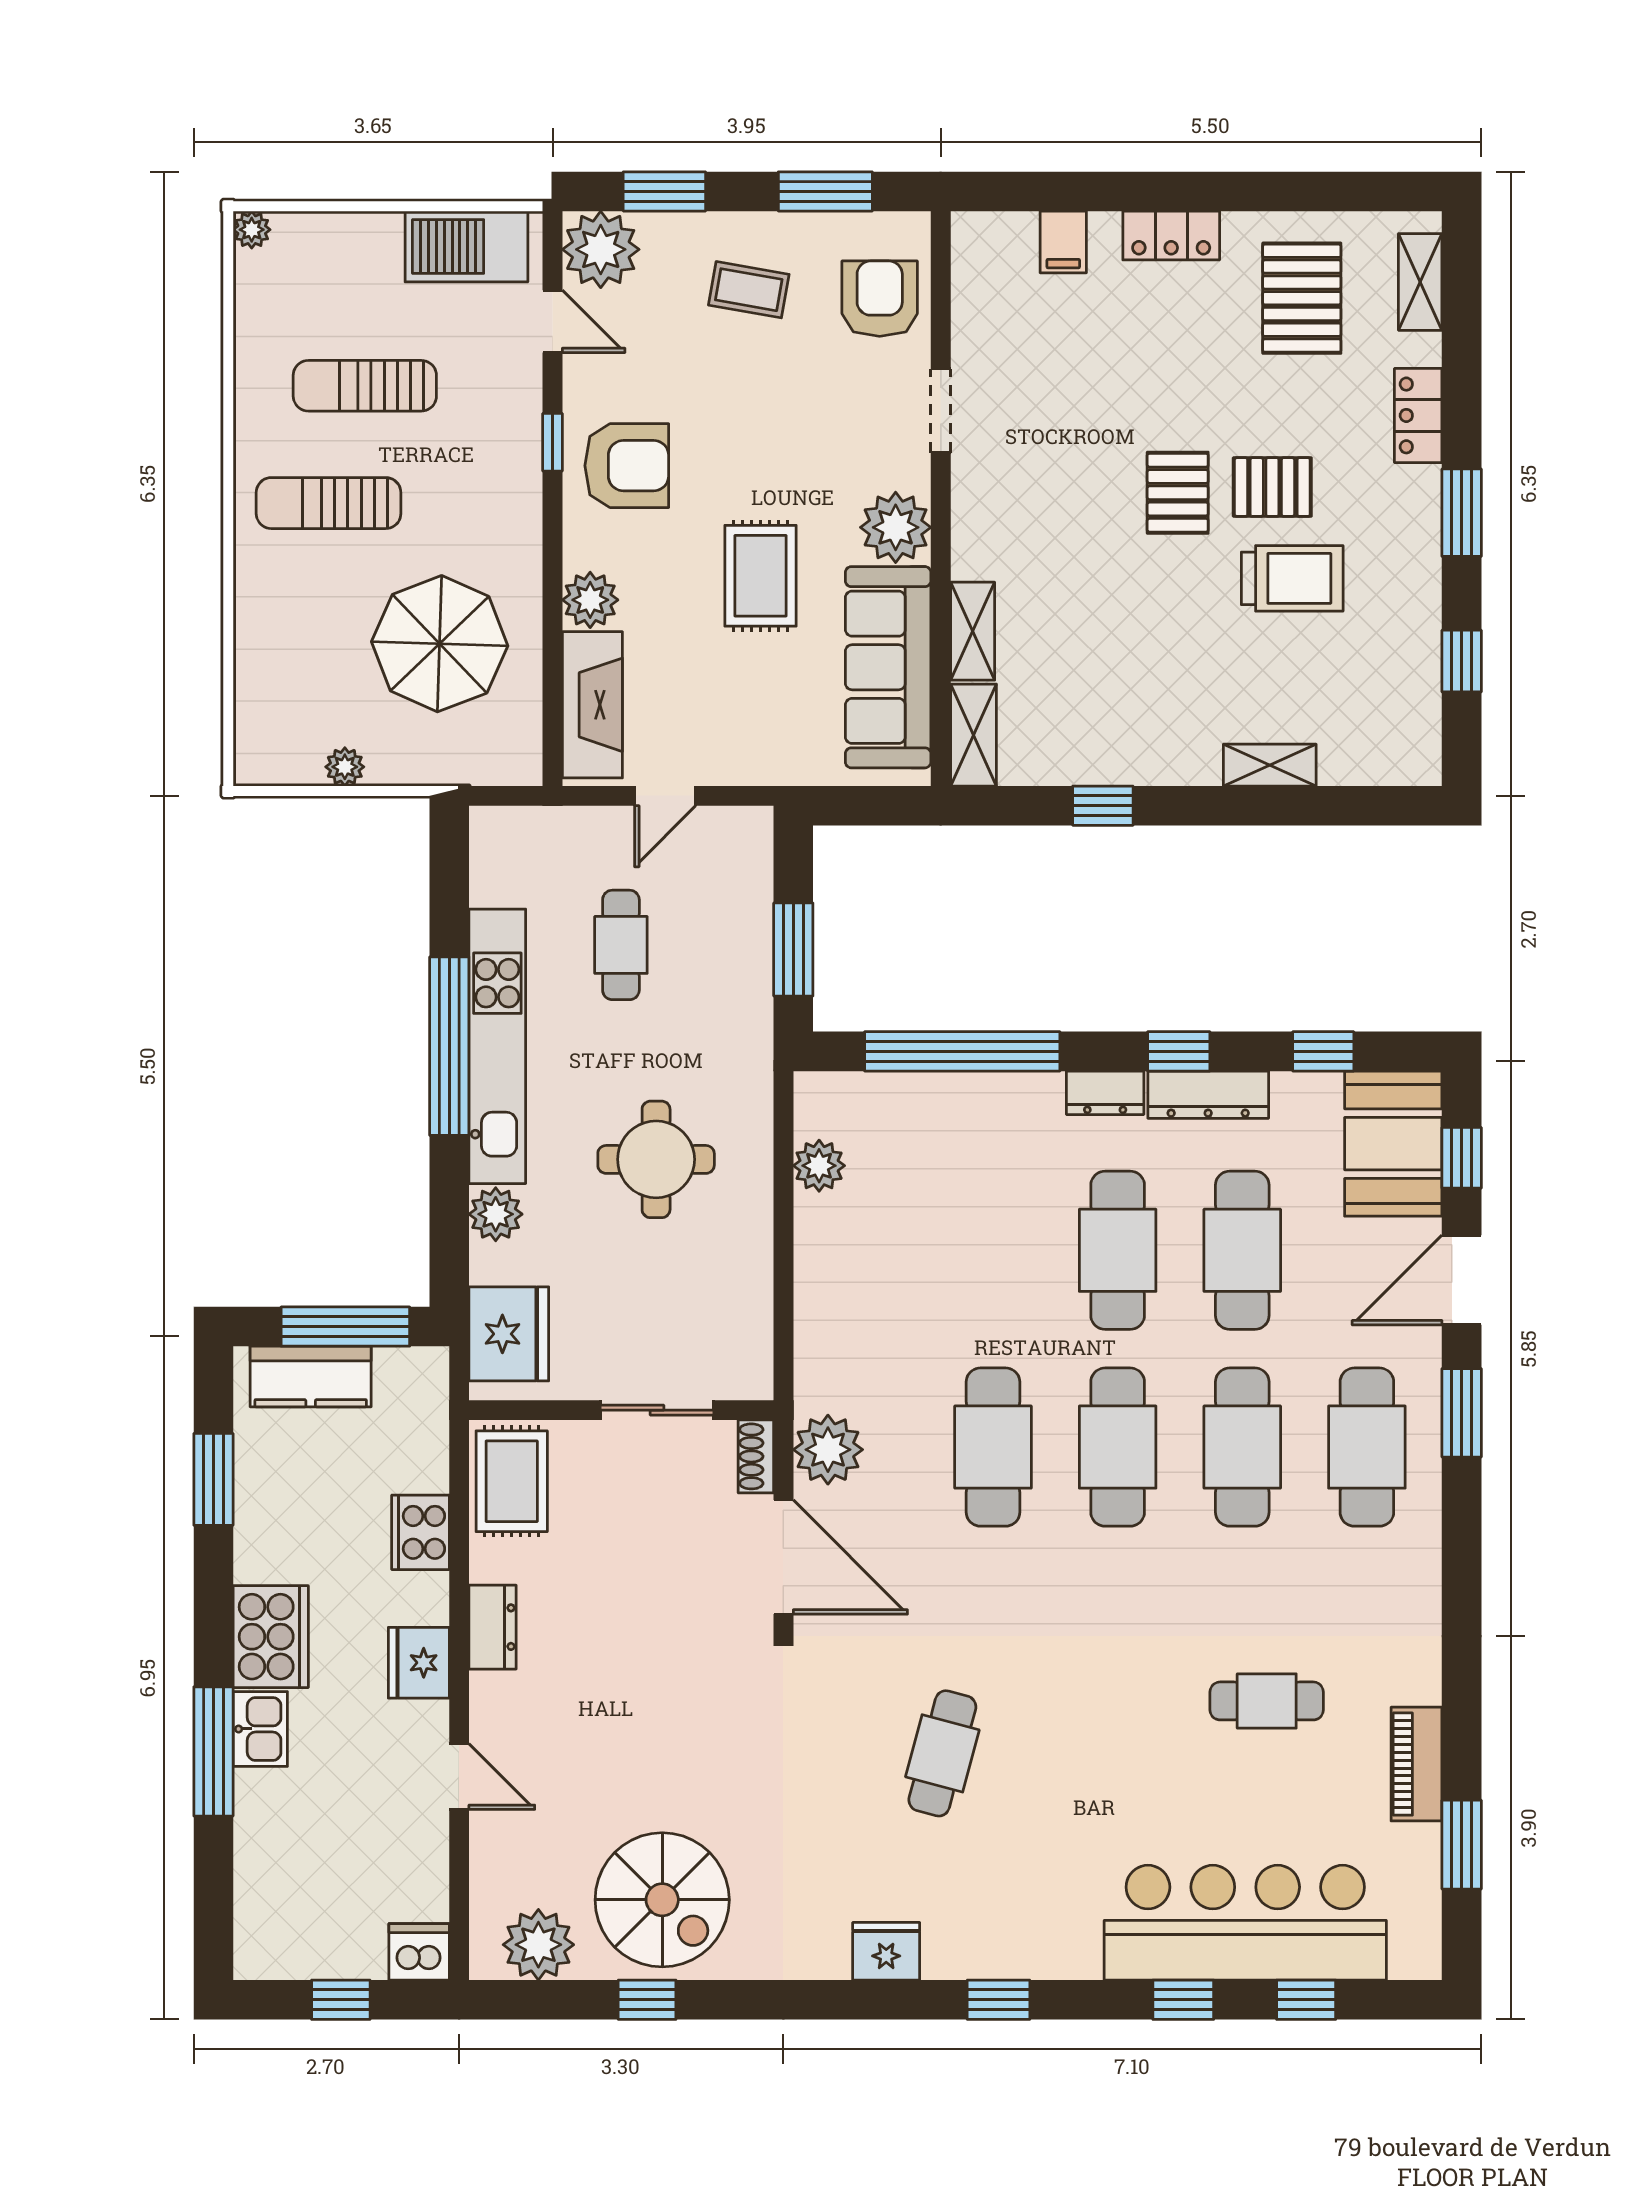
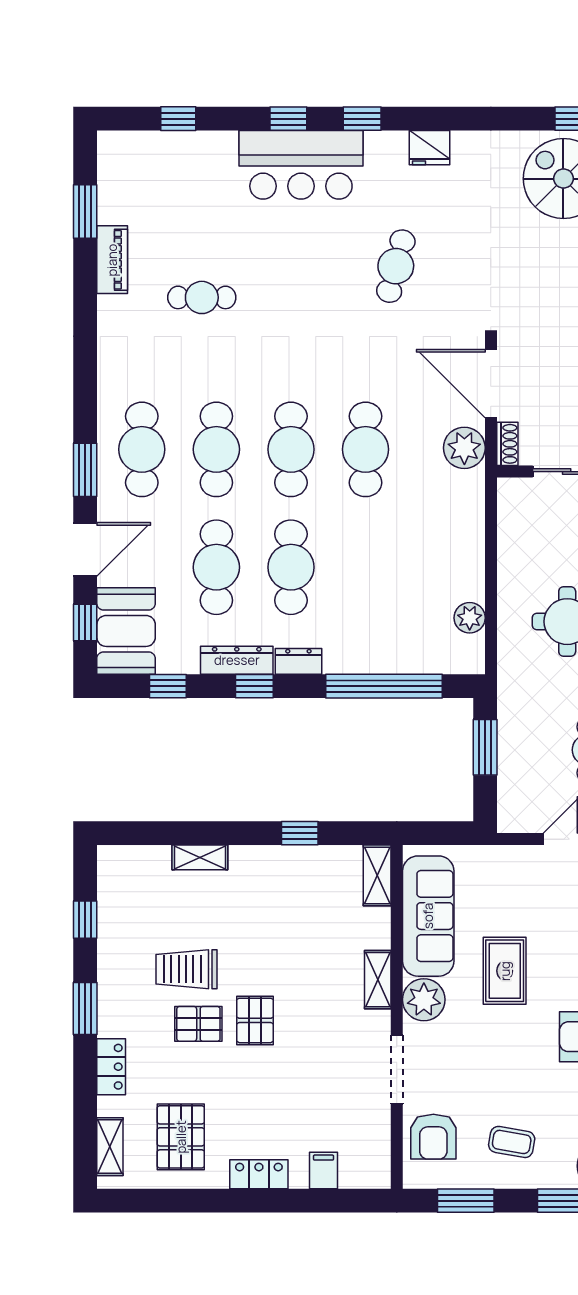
doorway: (941, 411) -> (397, 1069), width x1.38
shelving: (973, 631) -> (378, 980), moved
bar counter: (1245, 1923) -> (301, 165), moved, width x0.73
window: (1183, 2000) -> (288, 119), moved

